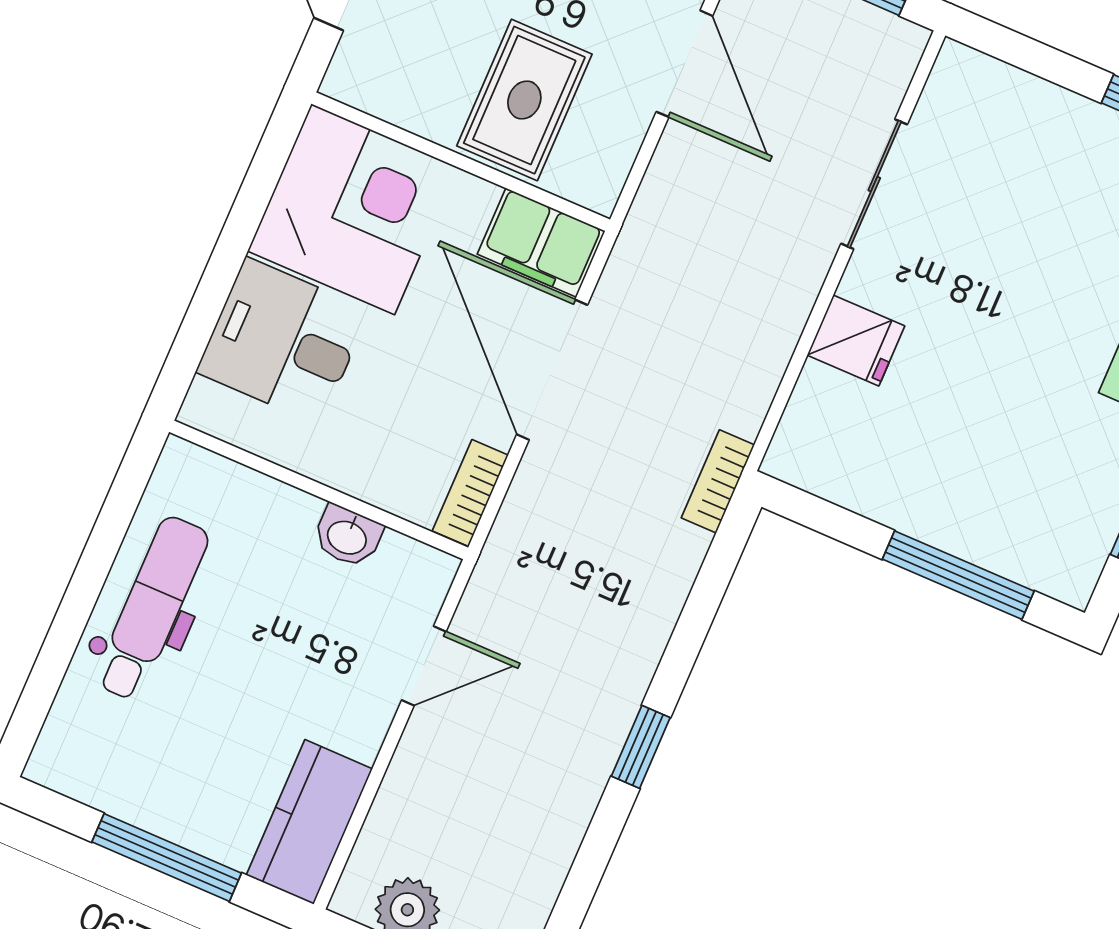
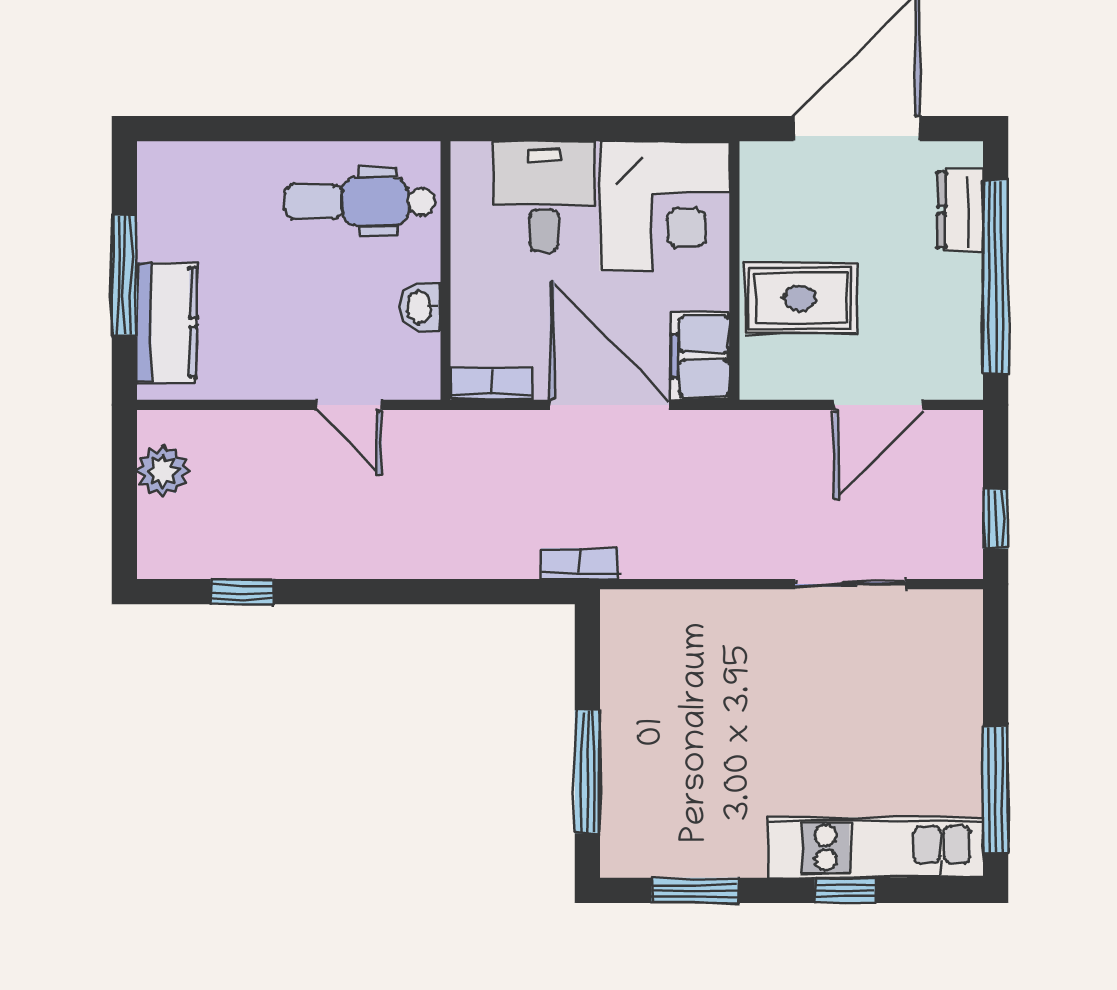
fridge: (856, 341) -> (728, 621), removed
door: (552, 370) -> (609, 405), hinge flipped
dental chair: (152, 608) -> (360, 202), moved, turned 180
window: (641, 747) -> (242, 592), moved
kitchen counter: (309, 822) -> (167, 322), moved, turned 90

